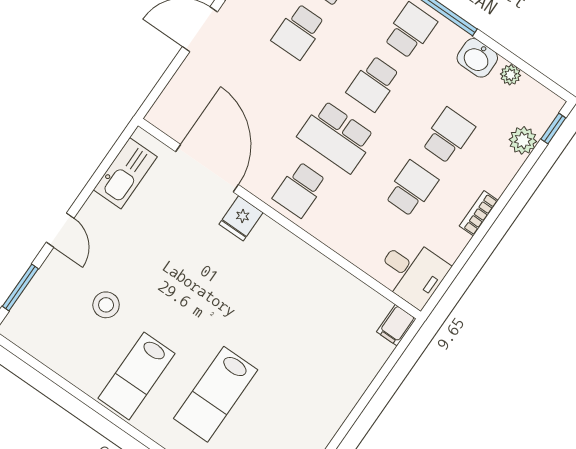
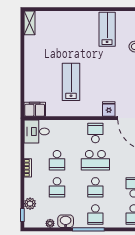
school desk: (373, 84) -> (95, 187), turned 180
school desk: (337, 137) -> (95, 160), turned 180
filing cabinet: (396, 325) -> (35, 109), width x2.00
lab bench: (216, 394) -> (71, 82), moved

